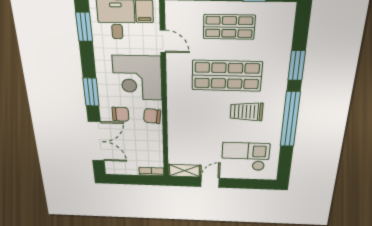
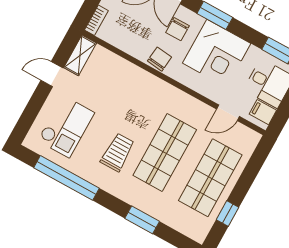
shop shelf: (229, 27) -> (210, 178), width x1.43, depth x1.36
corner desk: (137, 78) -> (217, 53), moved, turned 180
window: (290, 119) -> (67, 178), moved
door: (210, 182) -> (52, 74), swing flipped

